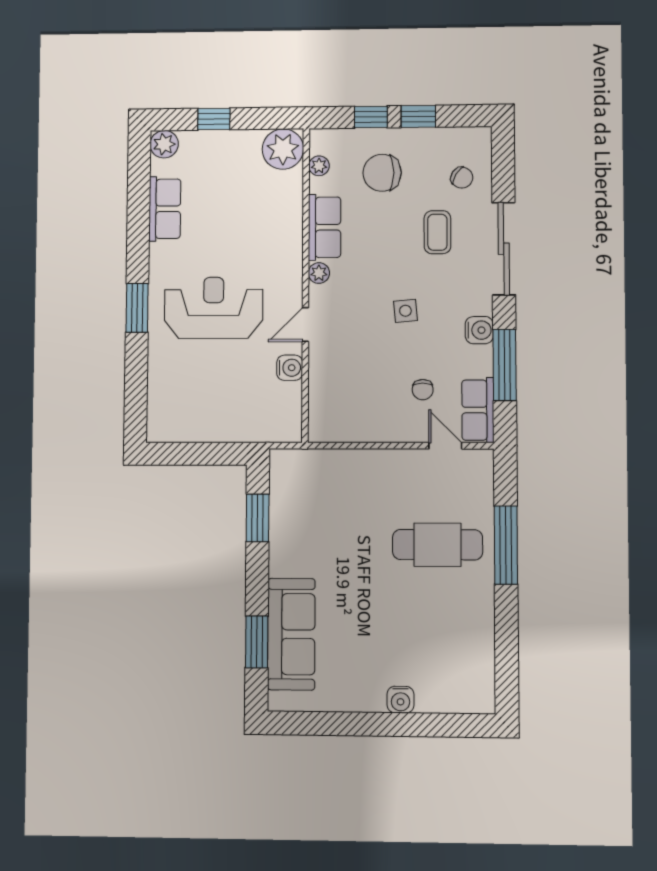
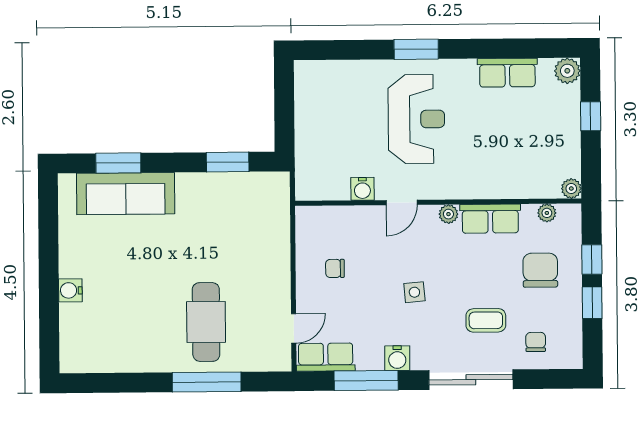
plant: (283, 149) -> (571, 189), width x0.53, depth x0.53
chair: (462, 178) -> (536, 342), turned 148
door: (305, 324) -> (402, 202), swing flipped
chair: (423, 390) -> (335, 268), moved

